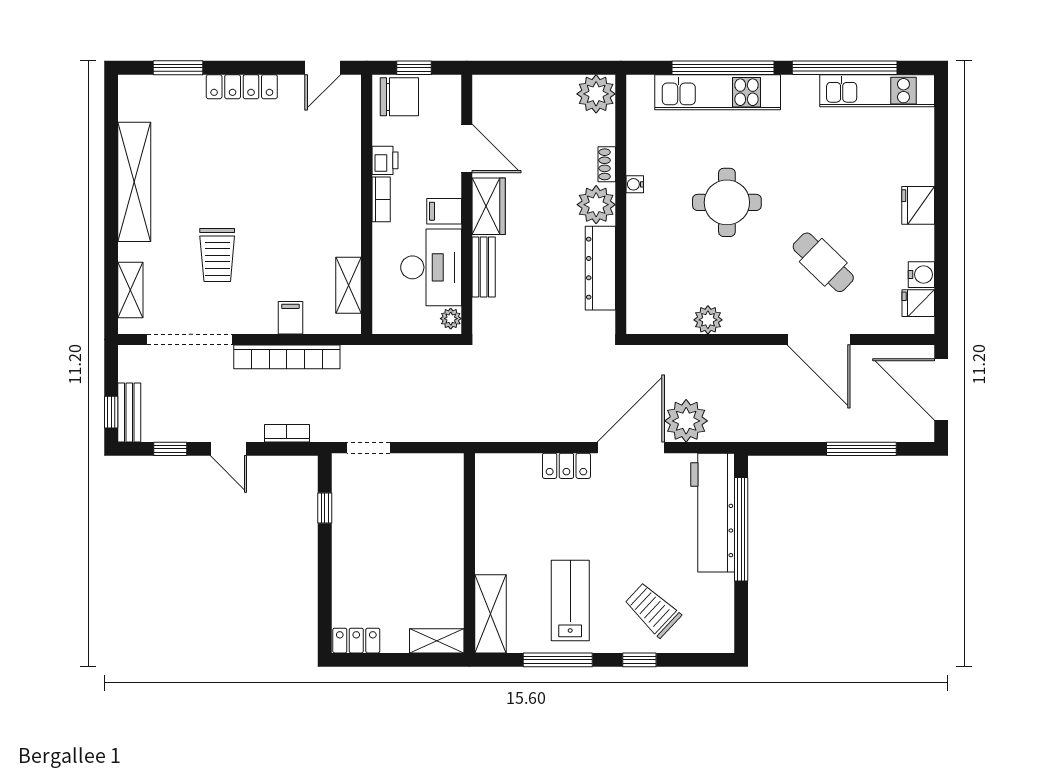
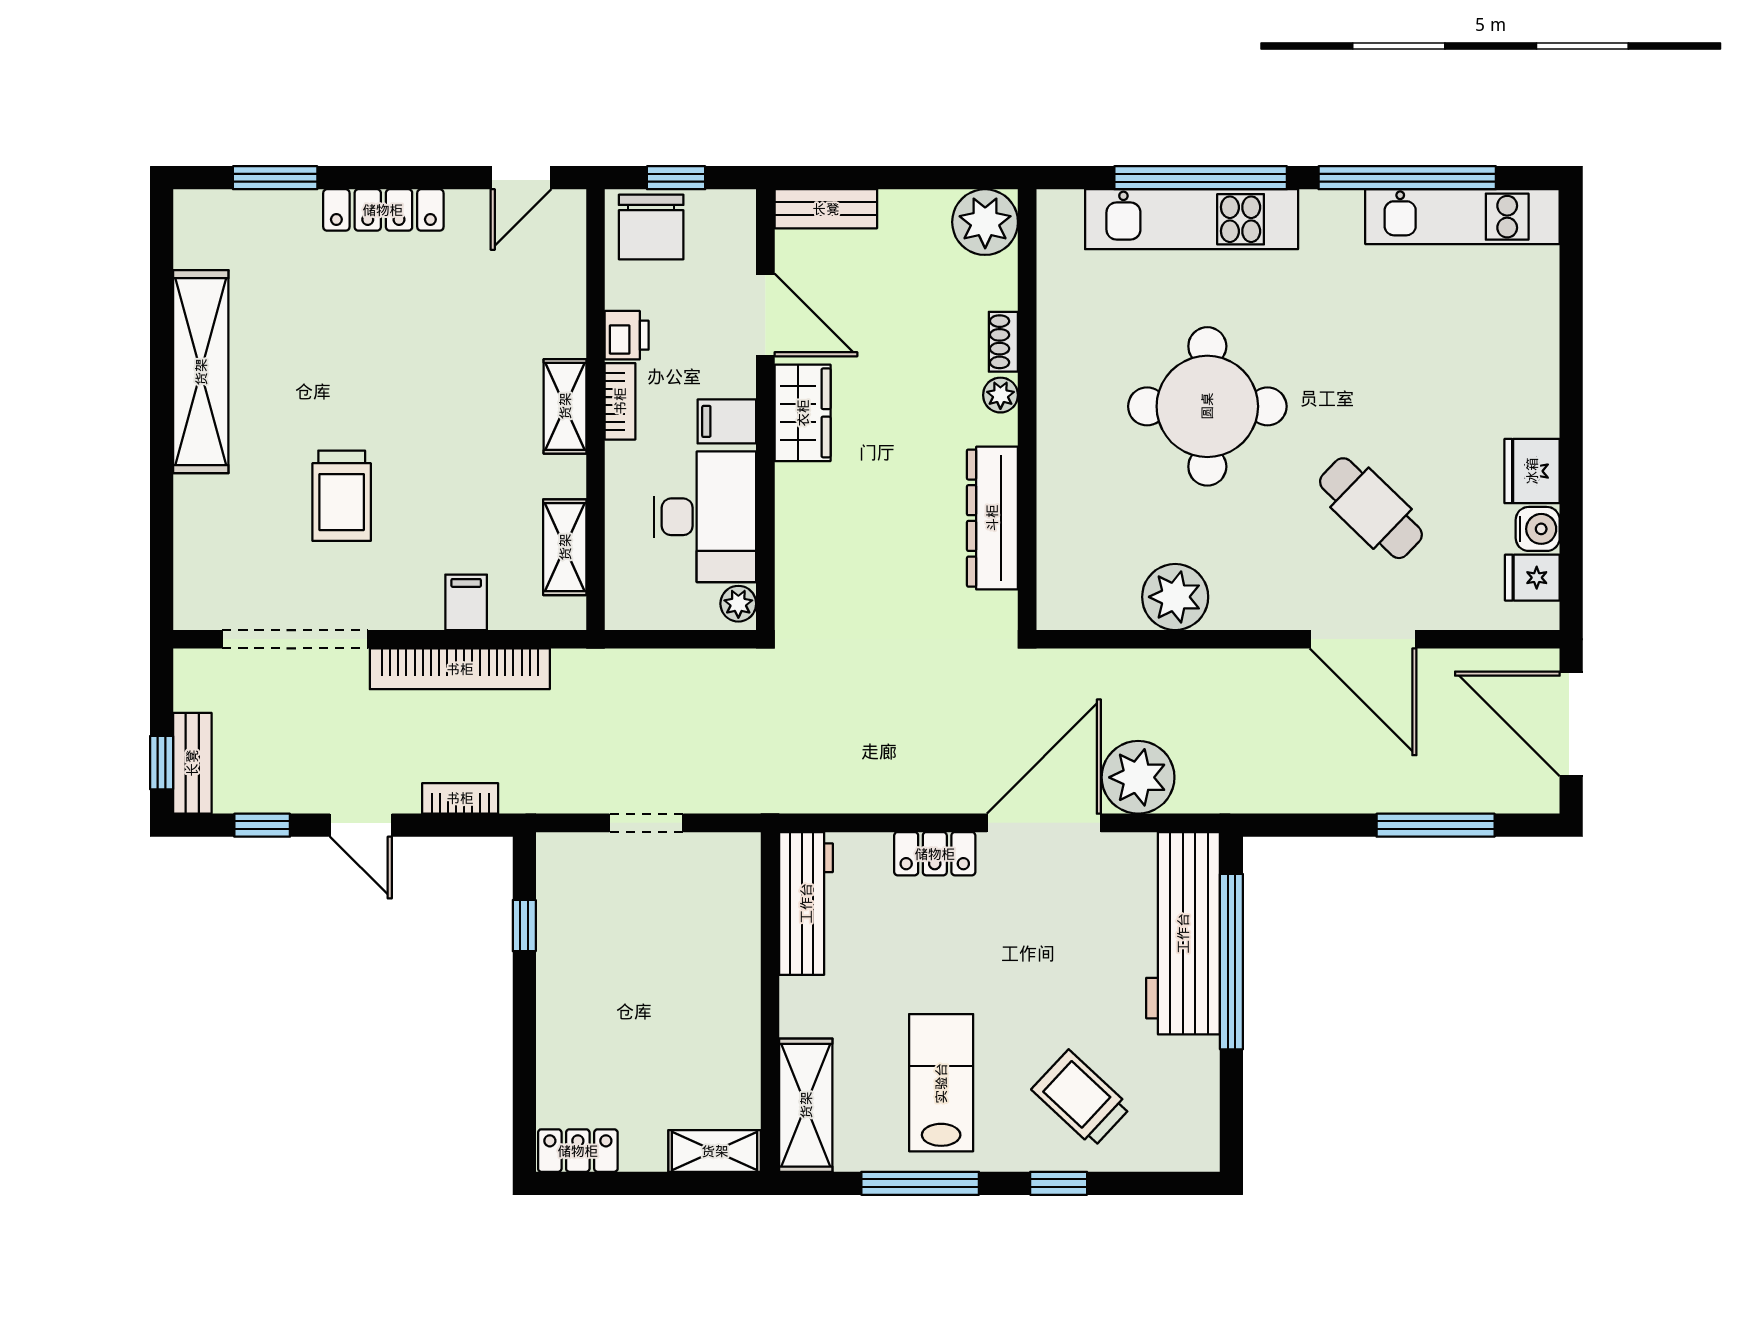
chair: (399, 97) -> (651, 227), turned 90
water cooler: (635, 184) -> (1051, 376), removed
round table: (727, 202) -> (1207, 406), width x1.36, depth x1.36
plant: (596, 205) -> (1000, 395), width x0.53, depth x0.53
fridge: (918, 205) -> (1532, 471), moved
bench: (484, 267) -> (826, 209), moved, turned 90
shelving: (130, 290) -> (565, 406), moved
plant: (708, 320) -> (1175, 597), width x1.36, depth x1.36
doorway: (369, 448) -> (646, 823), moved
workbench: (491, 495) -> (806, 903), added

